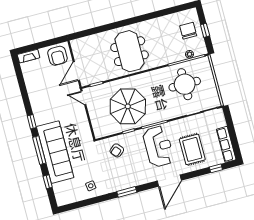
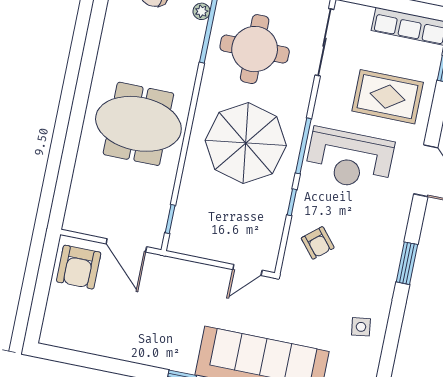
fireplace: (29, 56) -> (52, 323), removed
armchair: (57, 56) -> (79, 267), turned 90
door: (83, 98) -> (247, 270), moved
parasol: (128, 106) -> (246, 143), moved
reception desk: (158, 146) -> (349, 159), turned 180

